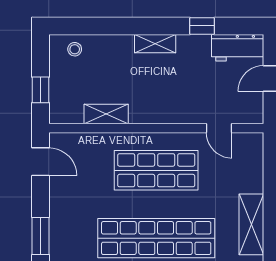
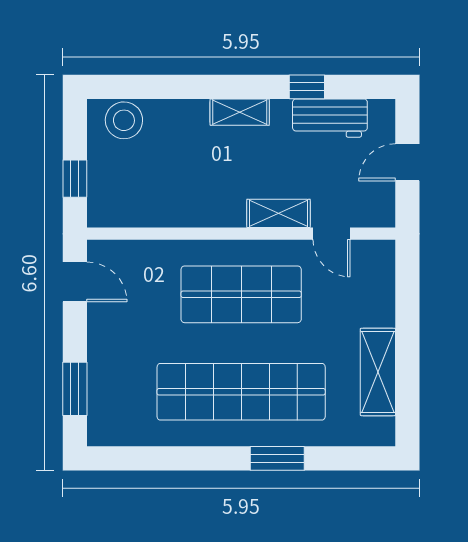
workbench: (238, 48) -> (330, 118), moved
stool: (75, 49) -> (124, 120), width x1.89, depth x1.89
shelving: (106, 114) -> (279, 213), moved

